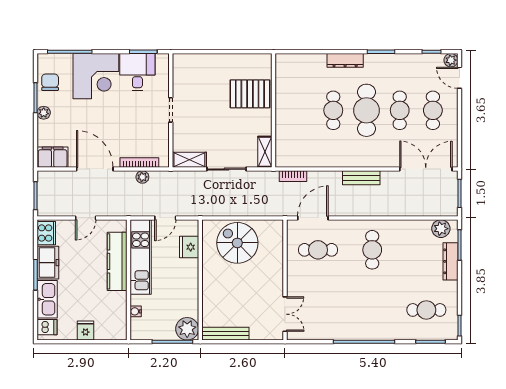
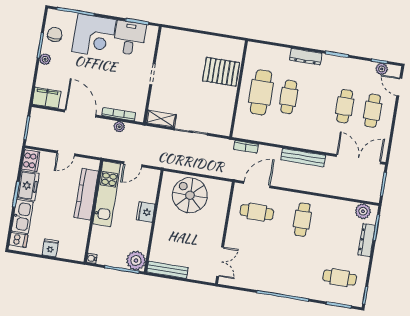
plant: (451, 60) -> (382, 69), moved
cafe table: (366, 110) -> (261, 92), moved
shelving: (265, 152) -> (226, 122), removed
bench: (361, 178) -> (303, 158), width x1.36
fridge: (189, 247) -> (146, 212), moved
water cooler: (136, 311) -> (92, 258), moved

